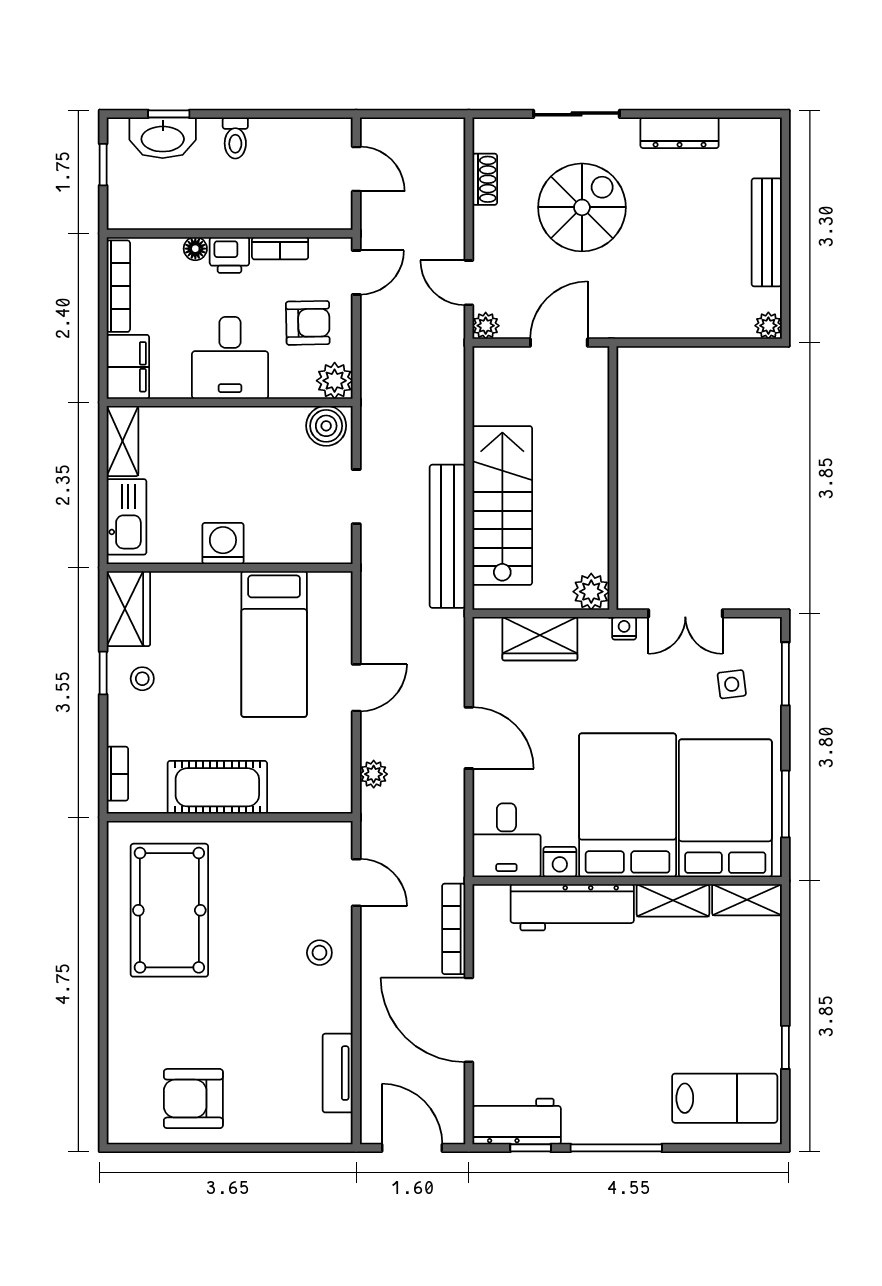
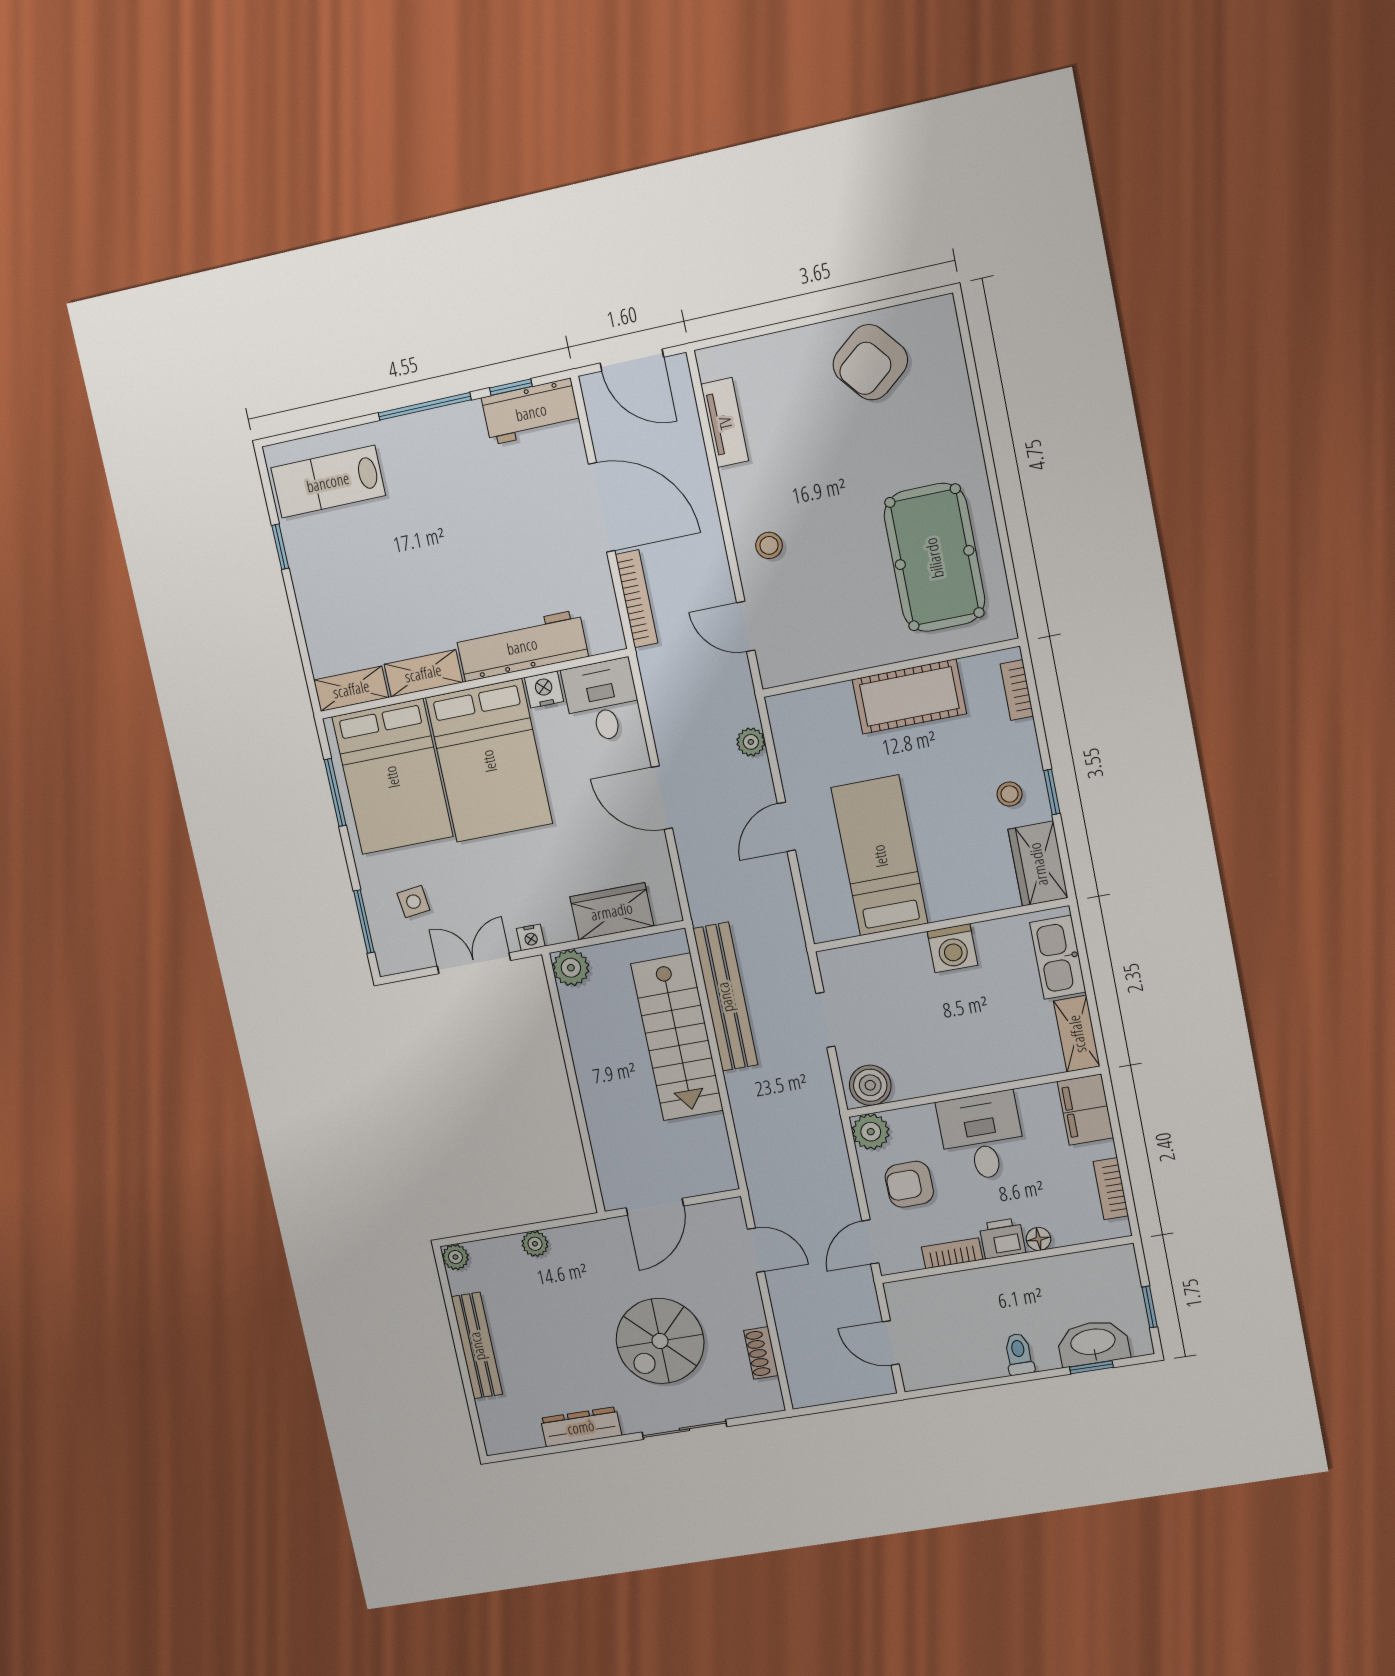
bookcase: (118, 286) -> (1111, 1189), width x0.64
plant: (486, 326) -> (535, 1244), moved
armchair: (193, 1099) -> (870, 362), turned 141

